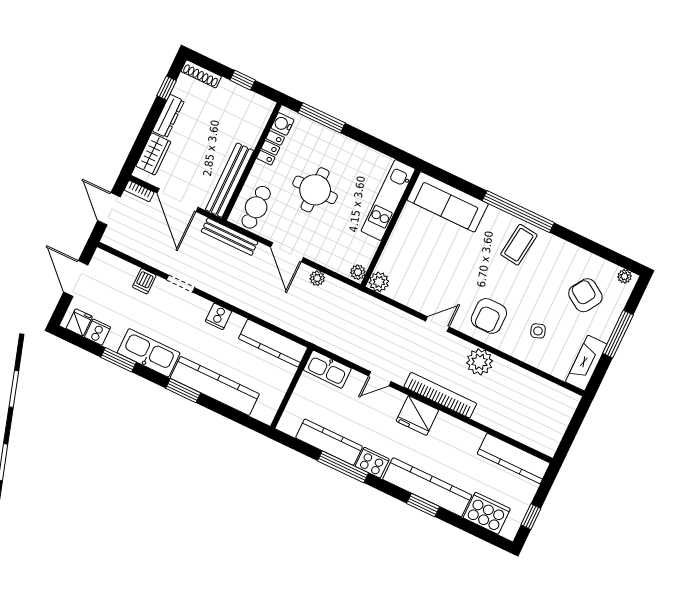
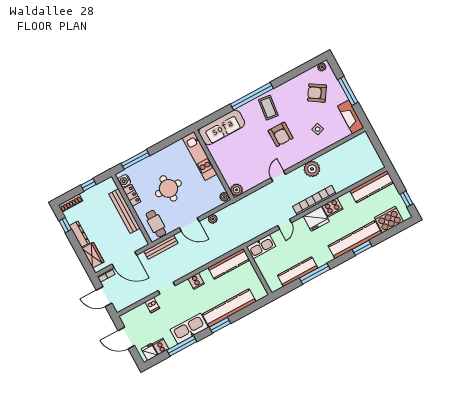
bench: (229, 180) -> (124, 211), moved
armchair: (489, 316) -> (281, 134), moved
window: (119, 360) -> (182, 346), width x1.44
cooker: (372, 463) -> (332, 207), moved, turned 180

